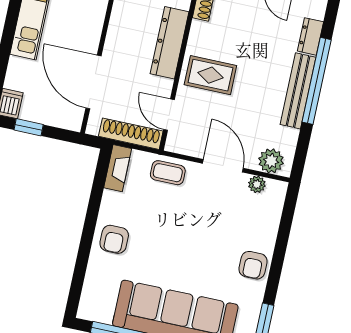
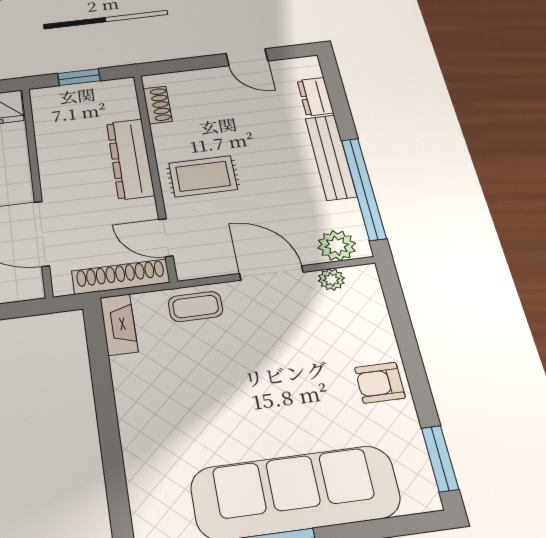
window: (317, 81) -> (364, 188), moved
armchair: (114, 239) -> (152, 419), removed
armchair: (253, 265) -> (380, 383), turned 90

